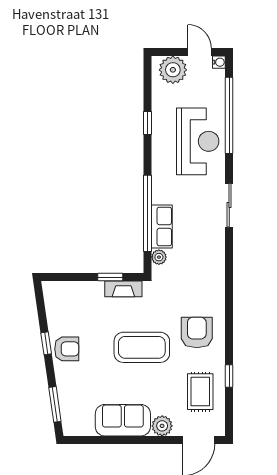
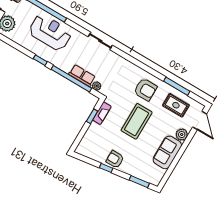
window: (148, 123) -> (40, 60), moved
sliding door: (229, 205) -> (100, 41), moved
armchair: (197, 332) -> (145, 89), turned 180
armchair: (67, 349) -> (115, 159), turned -90
window: (229, 376) -> (177, 86), width x2.17

